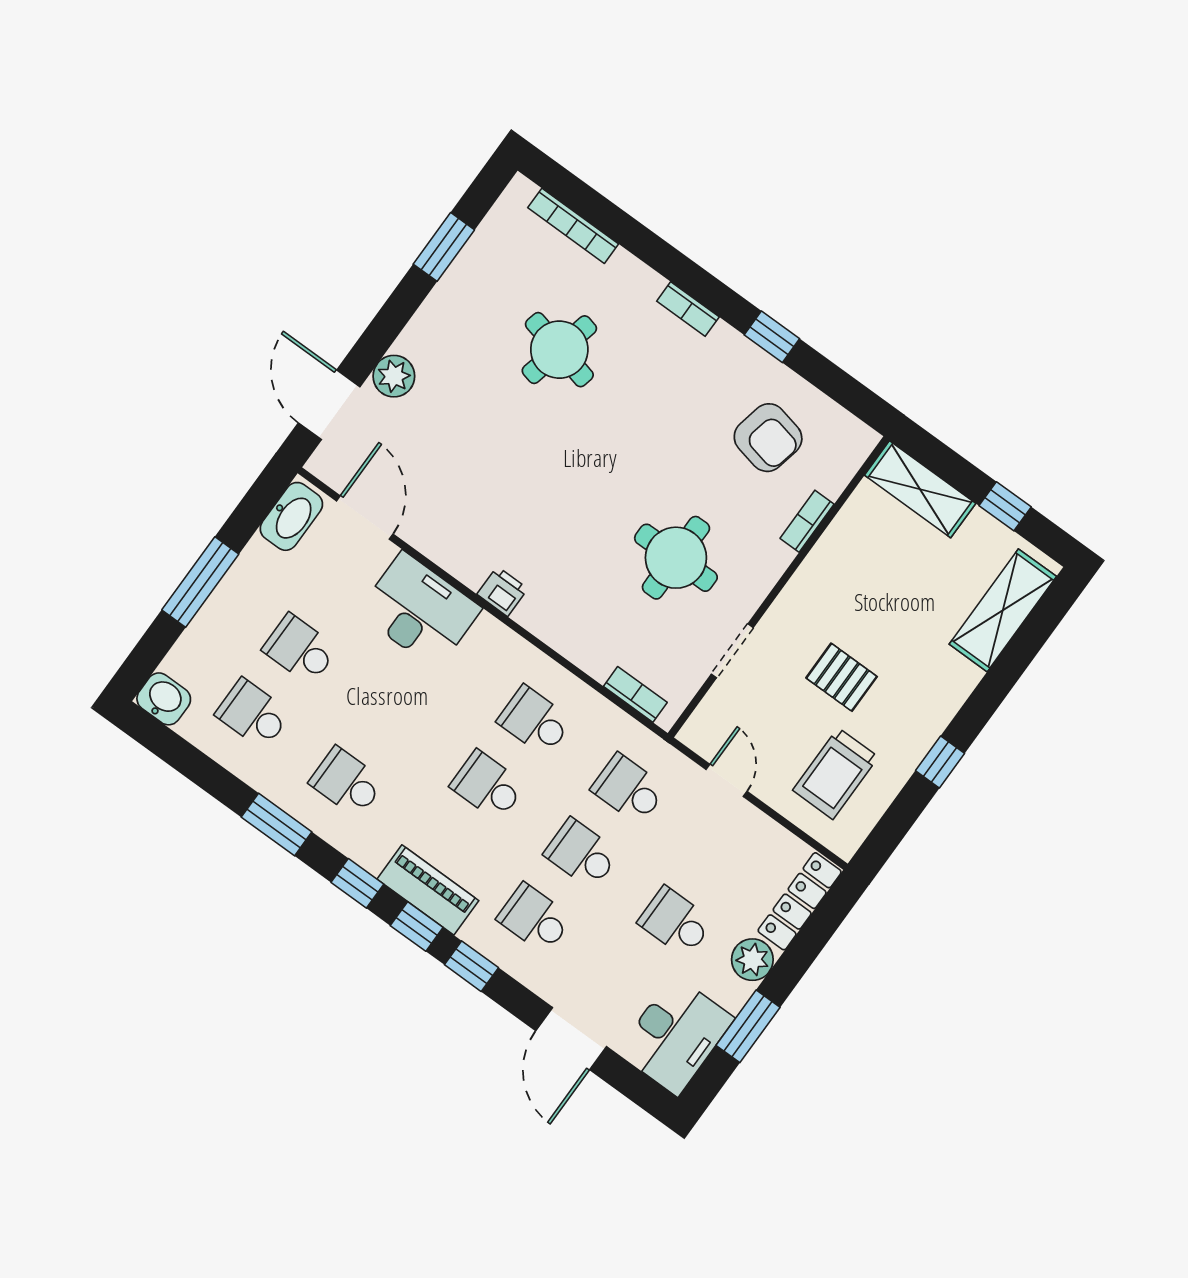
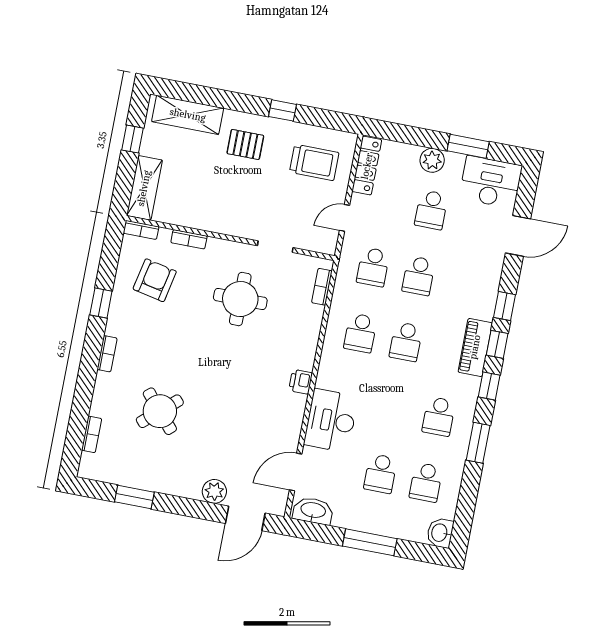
bookcase: (573, 226) -> (92, 434), width x0.64
round table: (559, 350) -> (160, 411), turned 36
bookcase: (857, 453) -> (141, 230), added
pallet: (842, 677) -> (245, 144), moved, turned 90
locker: (800, 901) -> (367, 166), moved, turned -90
school desk: (535, 919) -> (464, 285), removed

